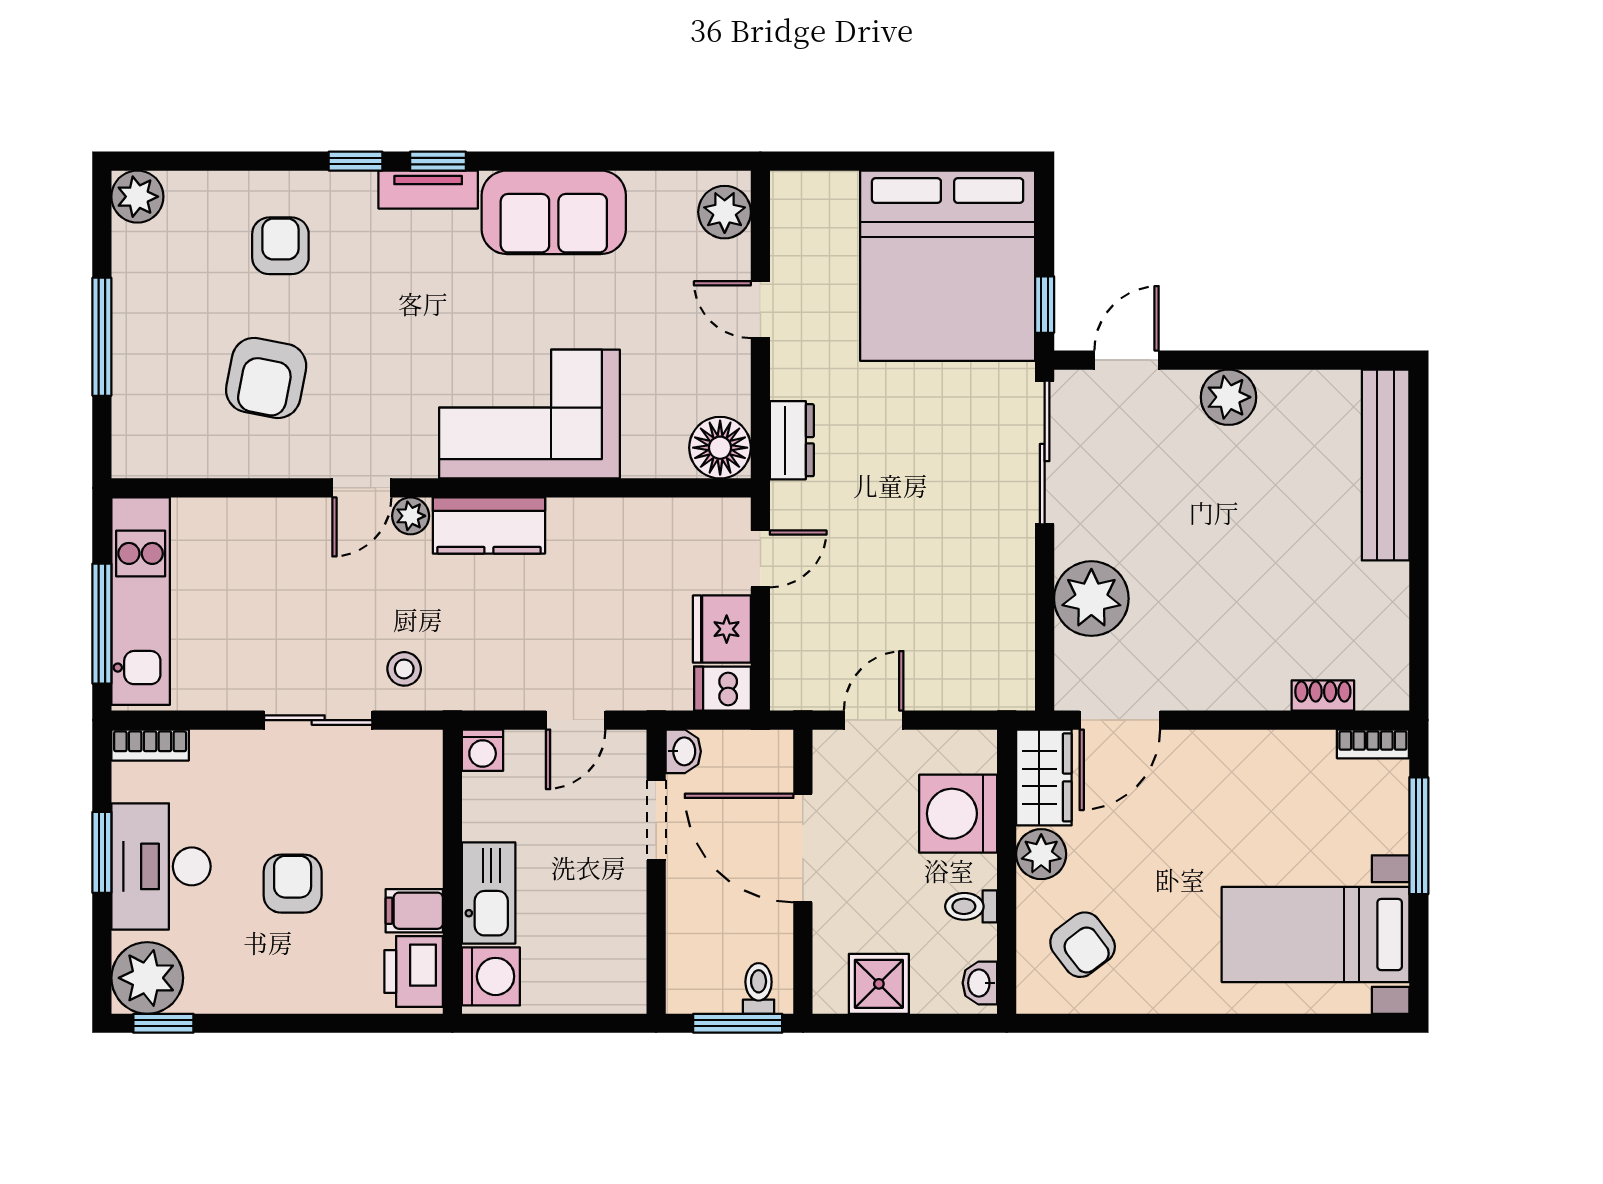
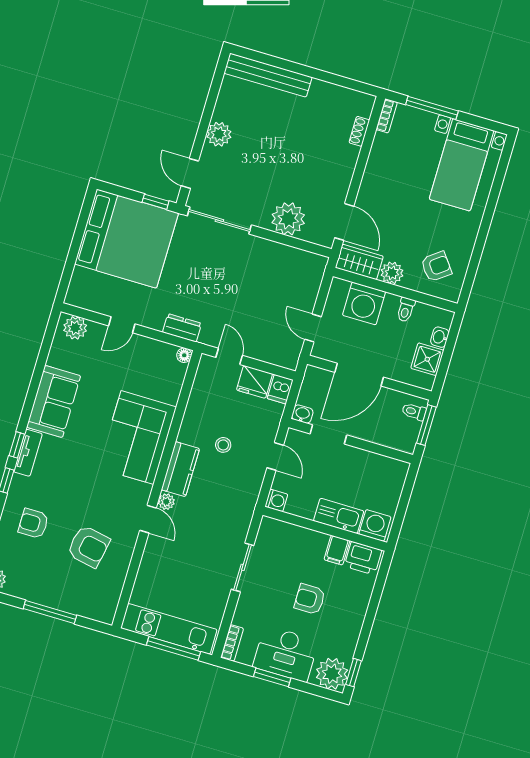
floor lamp: (720, 448) -> (184, 355), width x0.53, depth x0.53
stool: (404, 669) -> (223, 445), moved
washbasin: (980, 983) -> (440, 337), moved, turned 90

